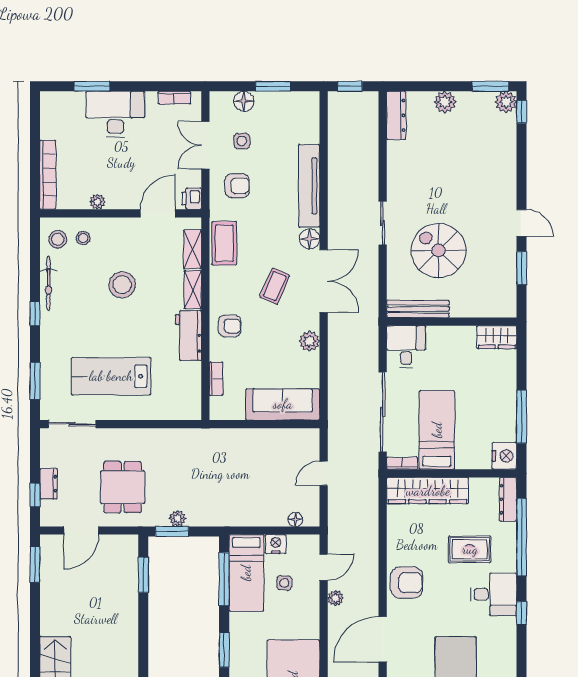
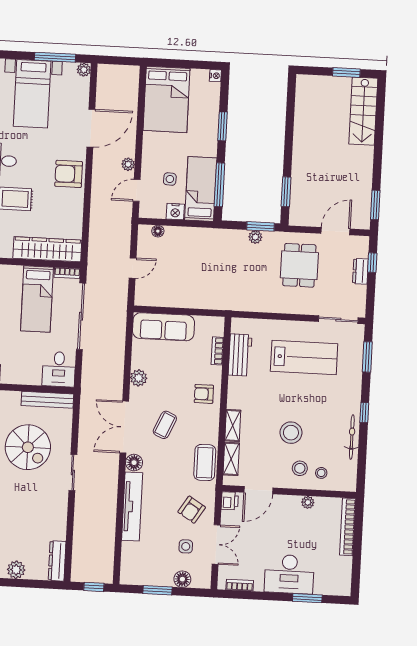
armchair: (237, 186) -> (192, 510), turned -58
stool: (58, 239) -> (300, 468), moved
workbench: (188, 336) -> (240, 355), moved

